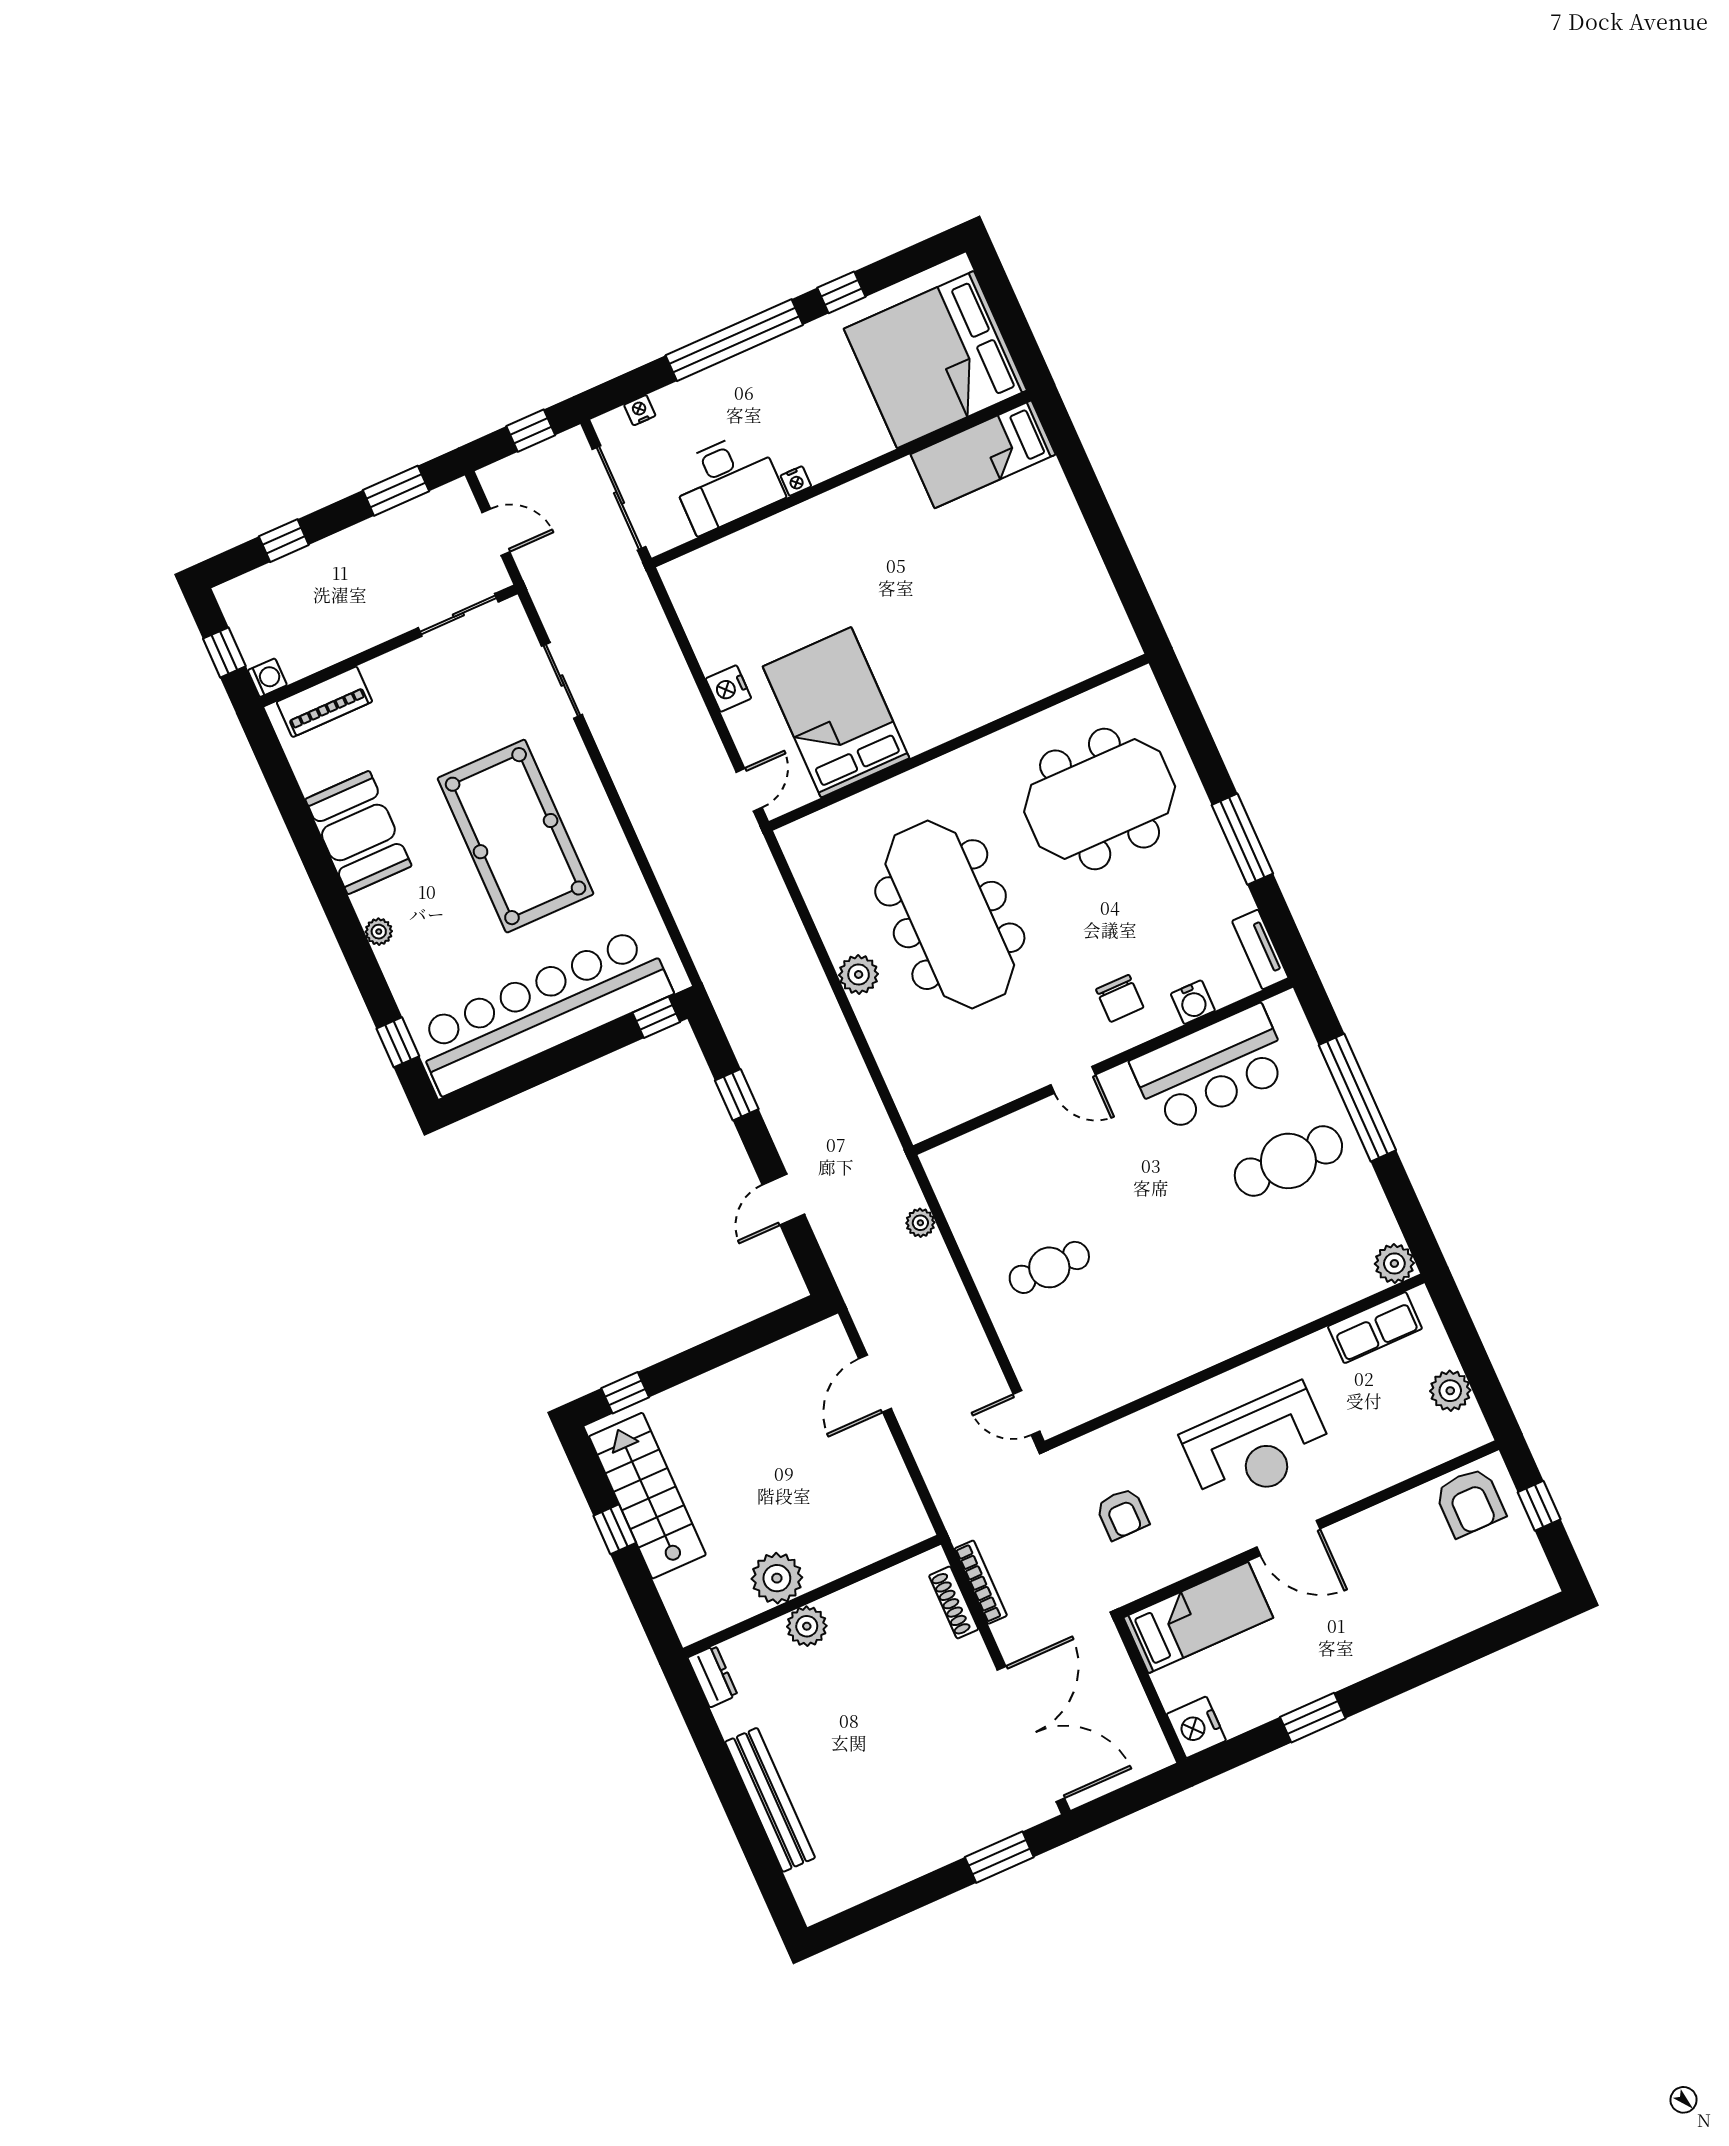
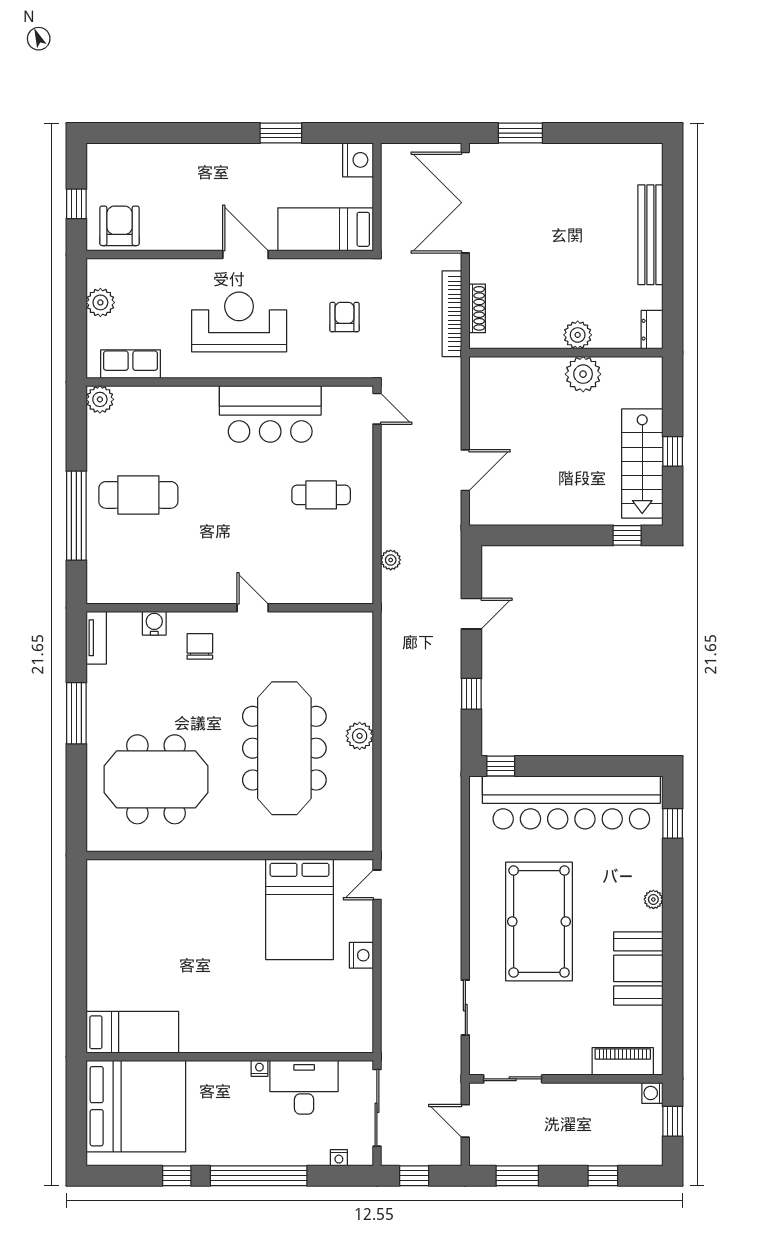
bar counter: (1211, 1068) -> (270, 414), moved, turned 180
bookcase: (981, 1582) -> (452, 314), width x1.48, depth x1.31

